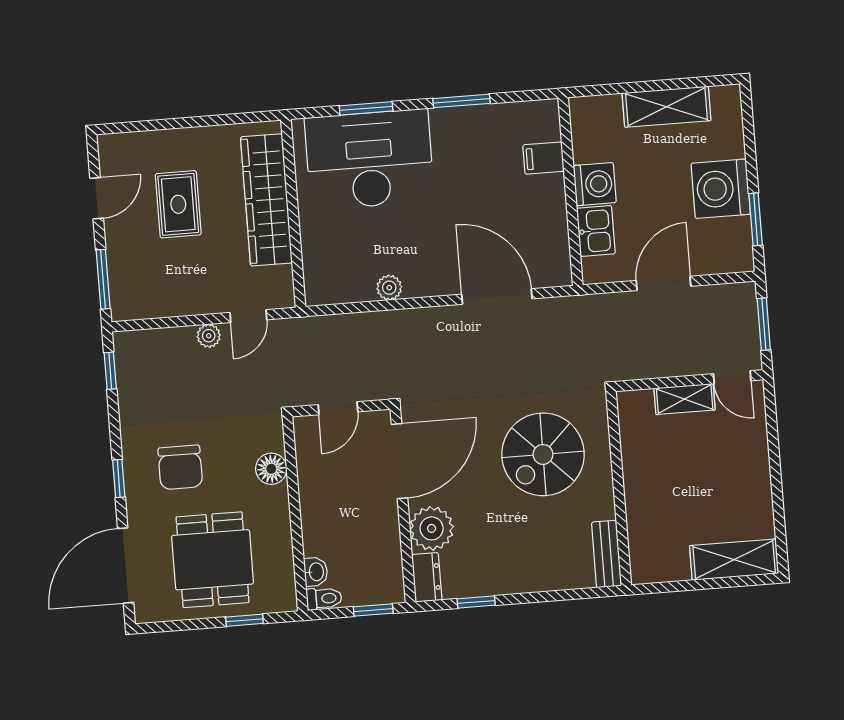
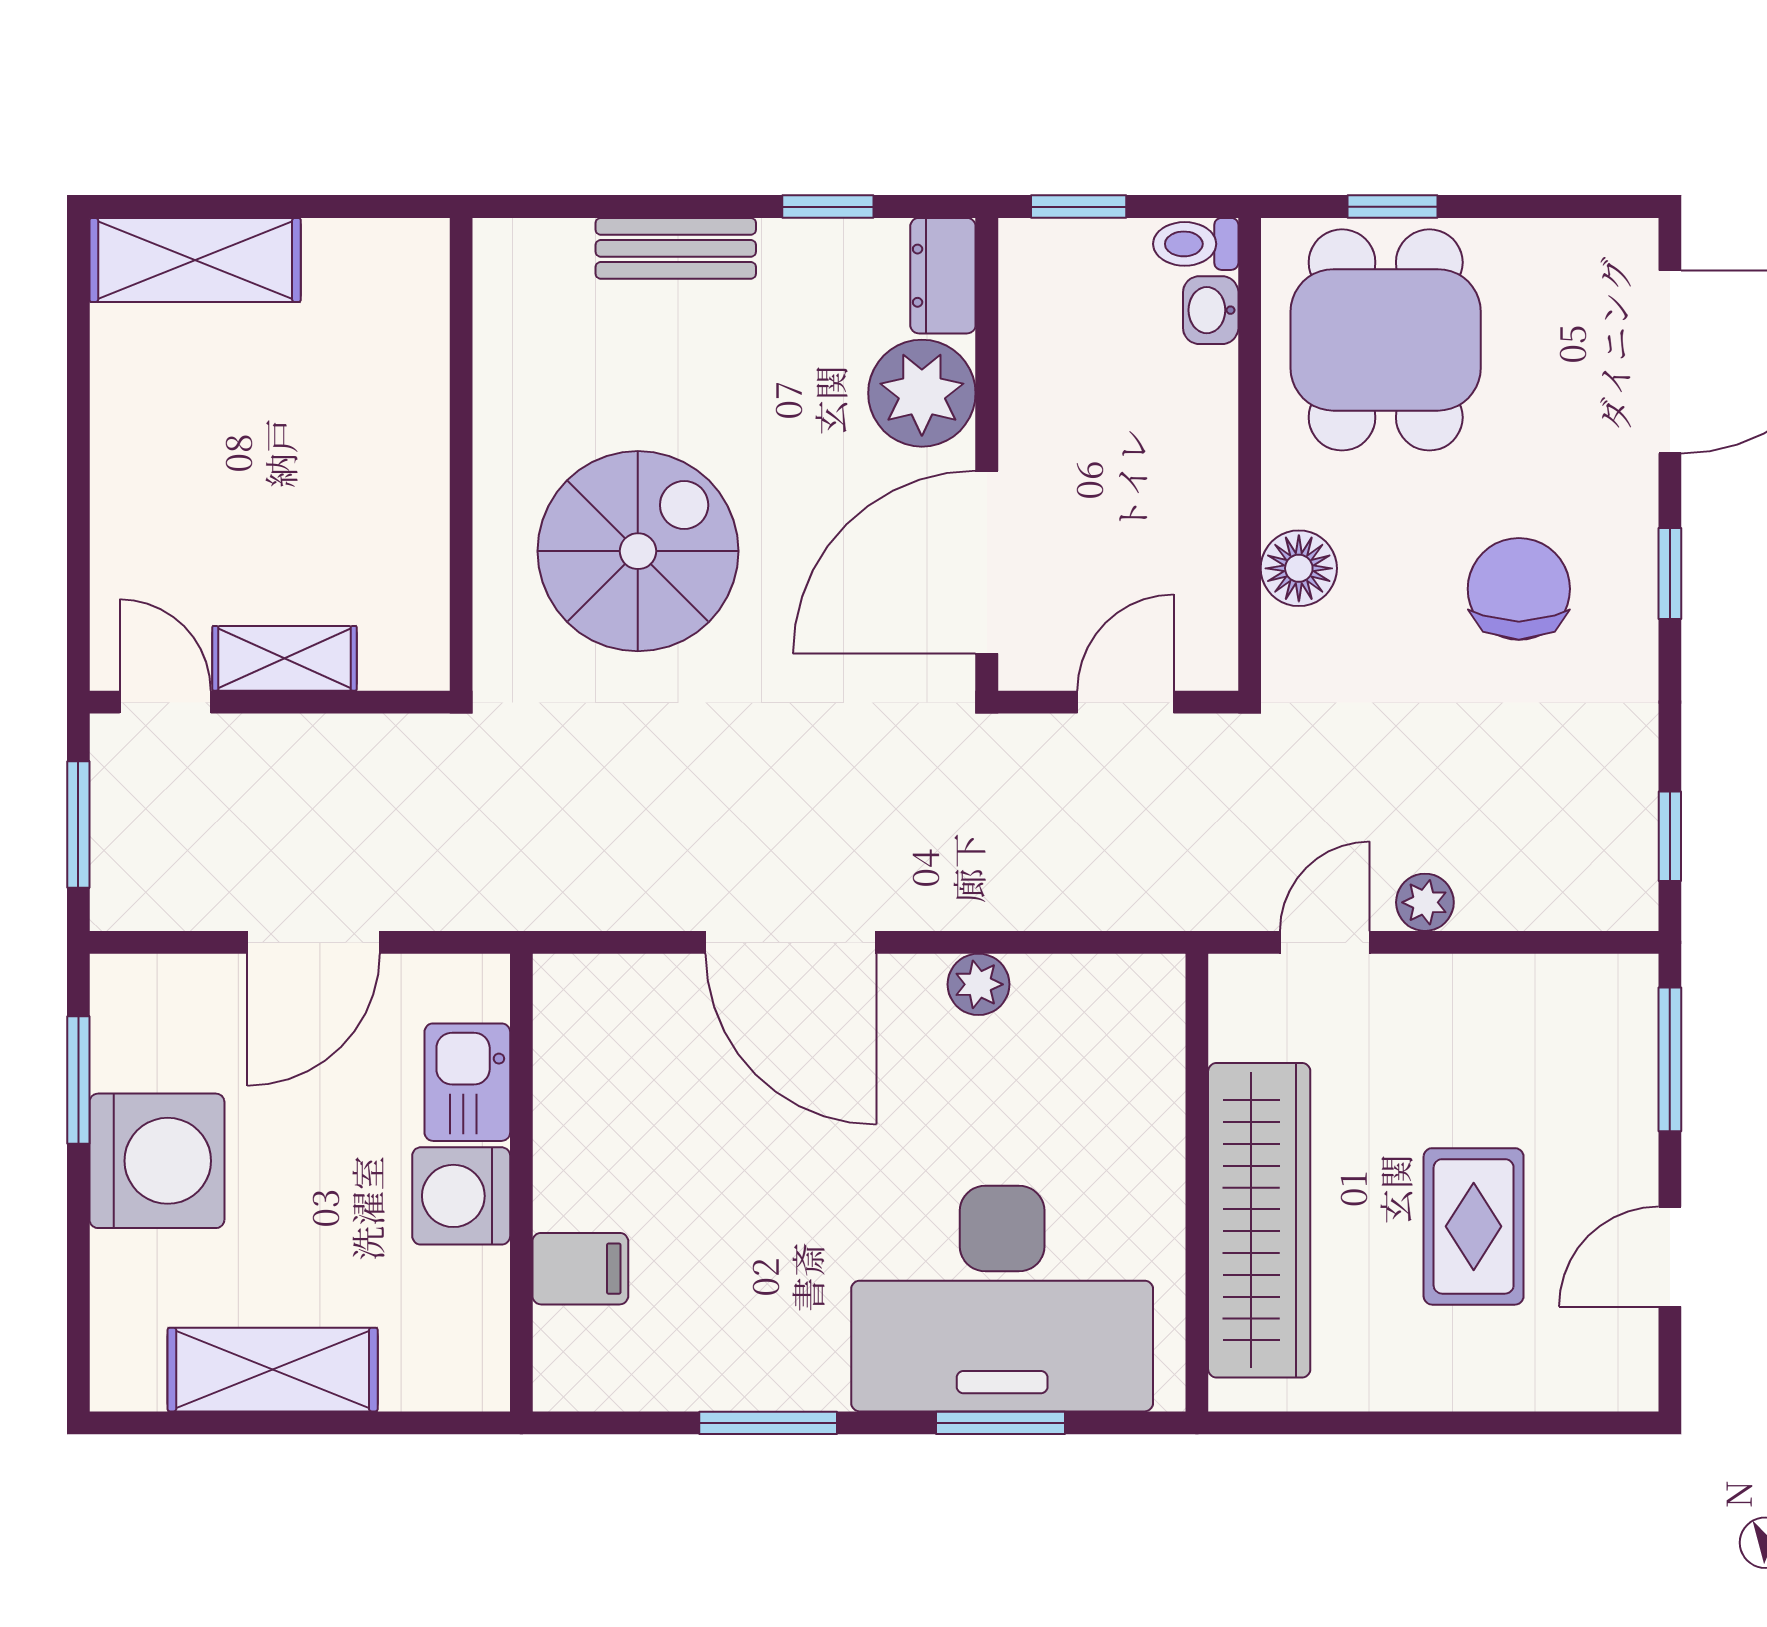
door: (497, 297) -> (791, 942), moved
bench: (607, 554) -> (676, 248), moved, turned 90
dining table: (213, 560) -> (1386, 340), moved

